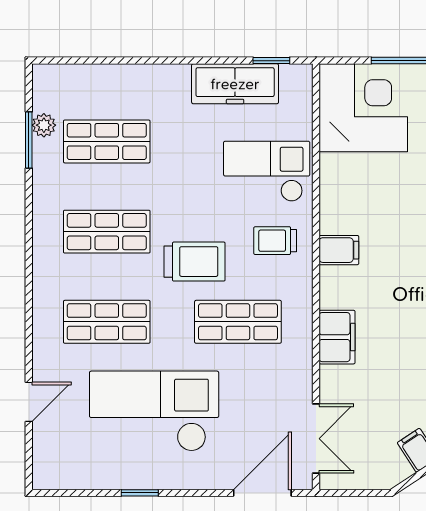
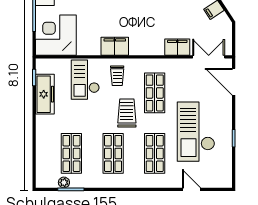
filing cabinet: (339, 250) -> (115, 46), width x2.00
filing cabinet: (337, 337) -> (177, 47), moved

